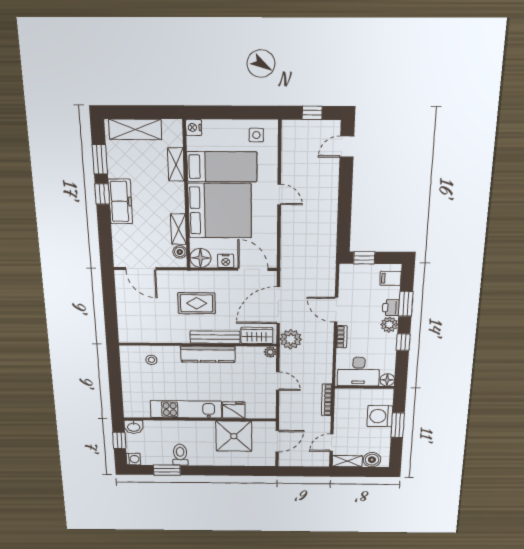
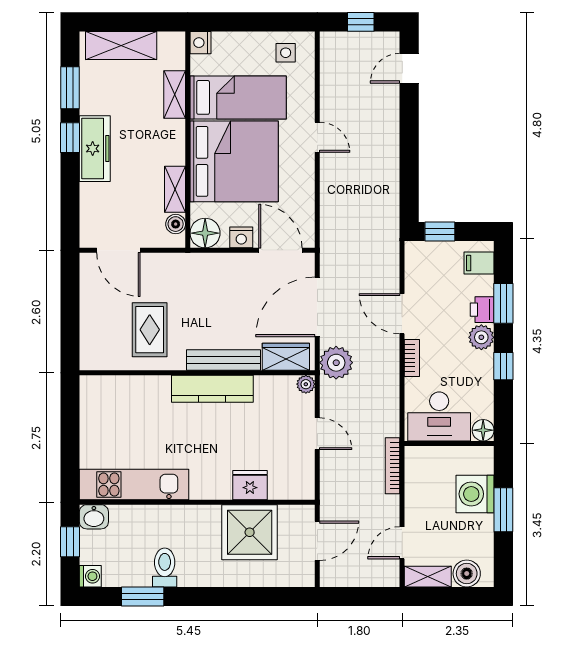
rug: (197, 303) -> (150, 330), moved, turned 90
stool: (151, 360) -> (127, 399), removed
kitchen unit: (186, 409) -> (134, 485), moved

